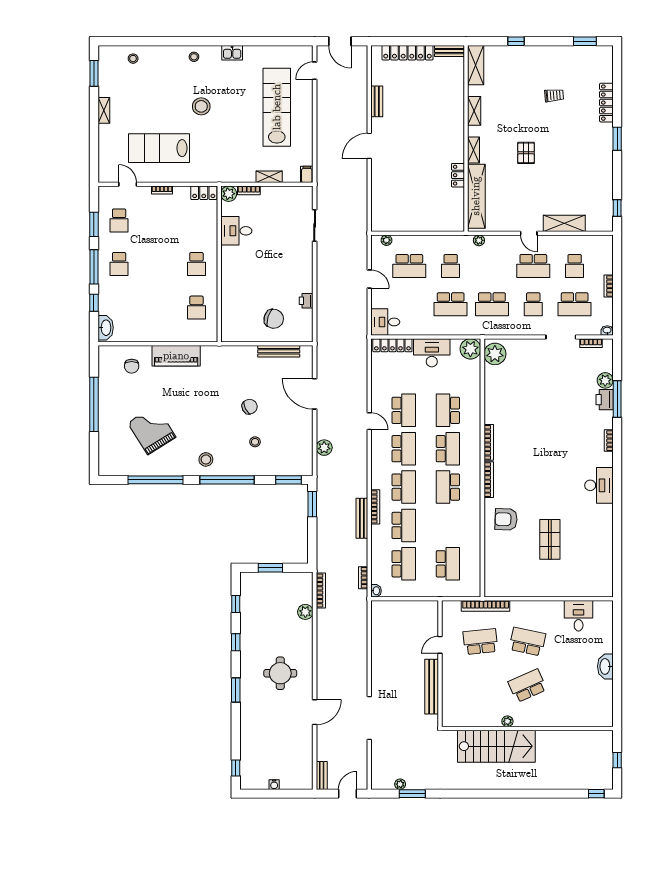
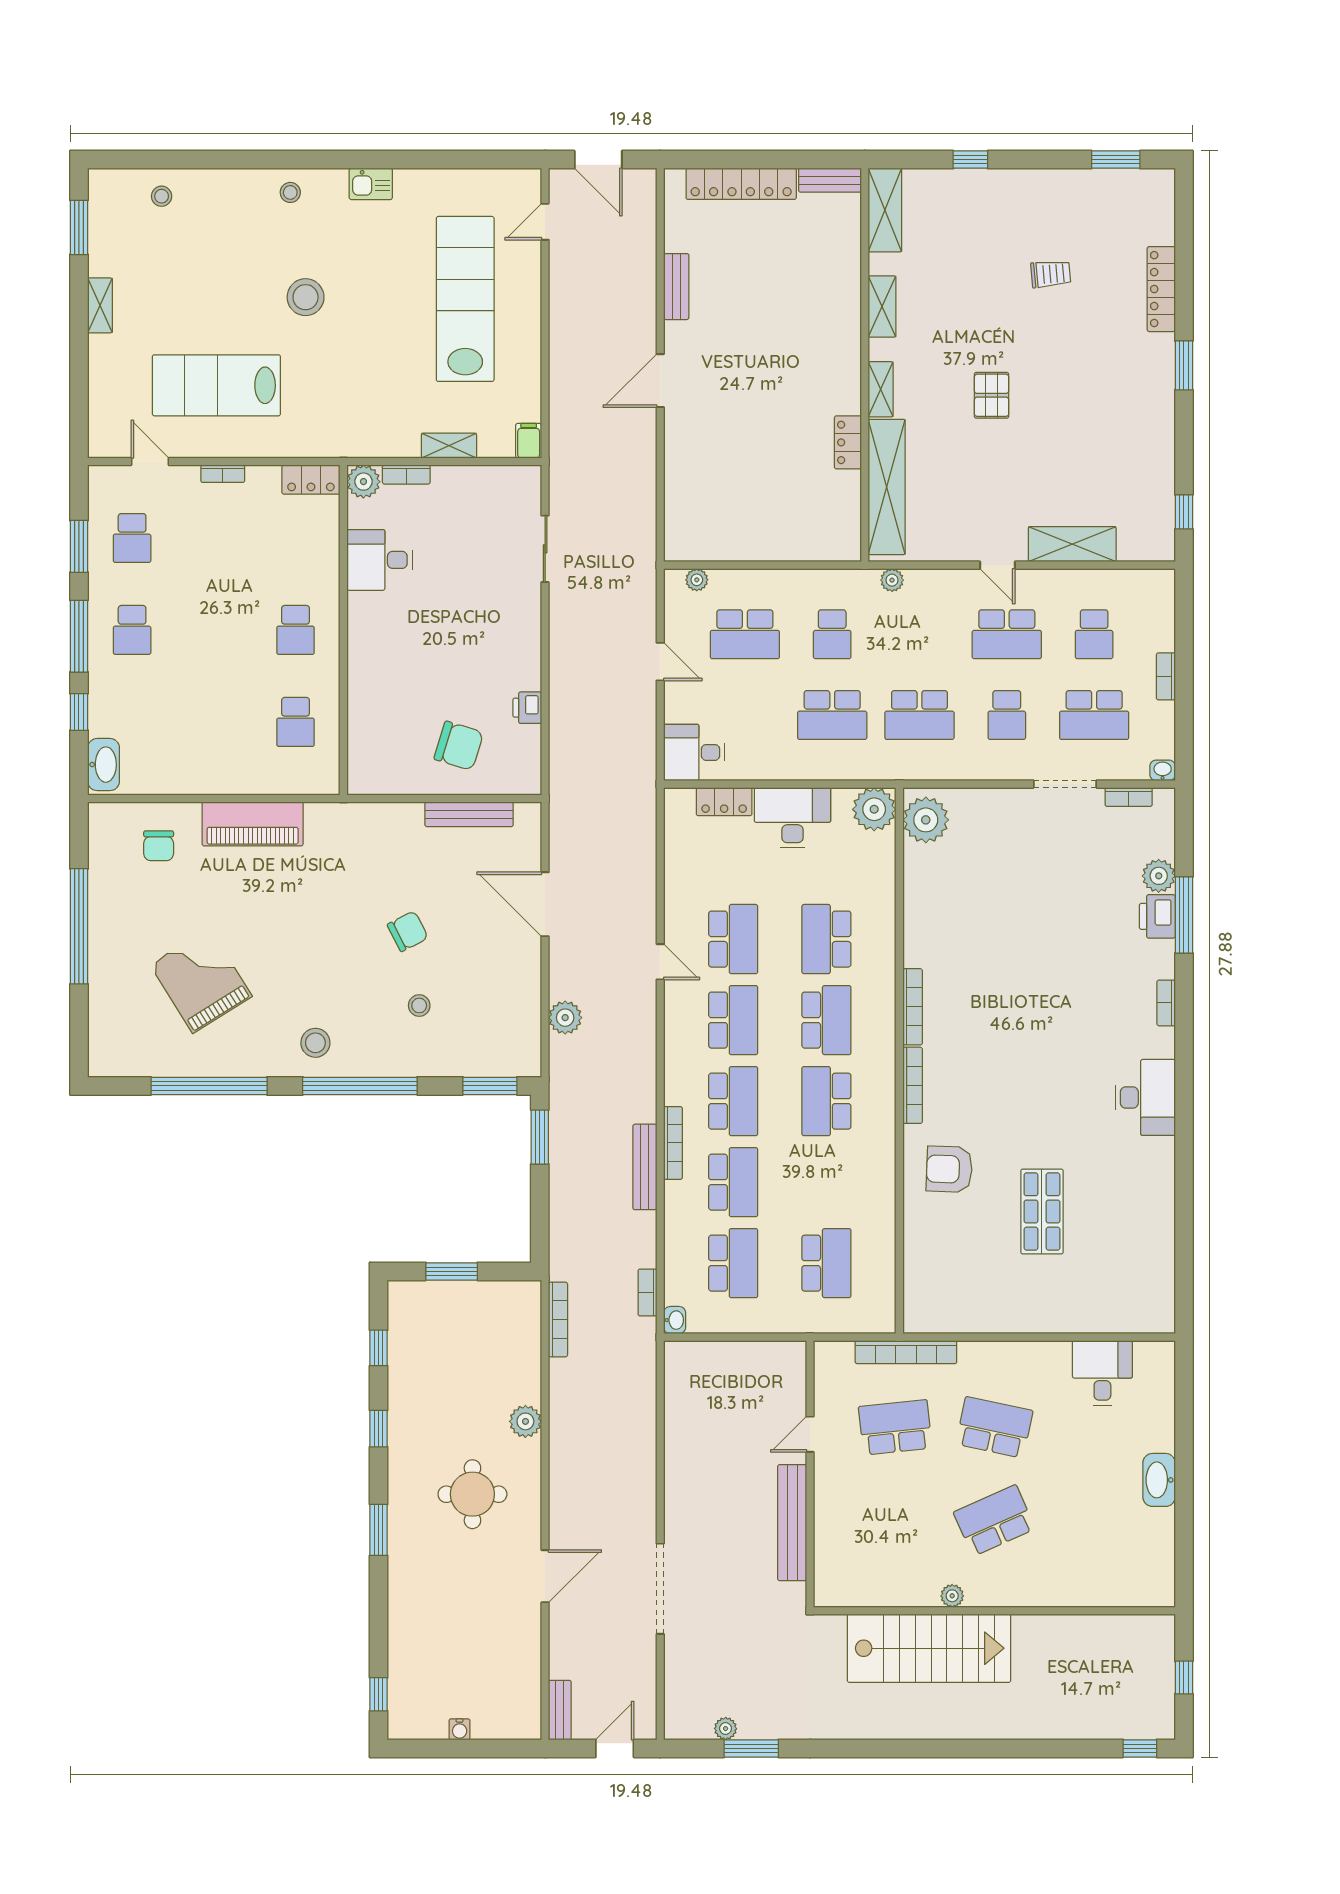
locker: (392, 345) -> (724, 802), width x0.66
plant: (305, 612) -> (525, 1421), moved

